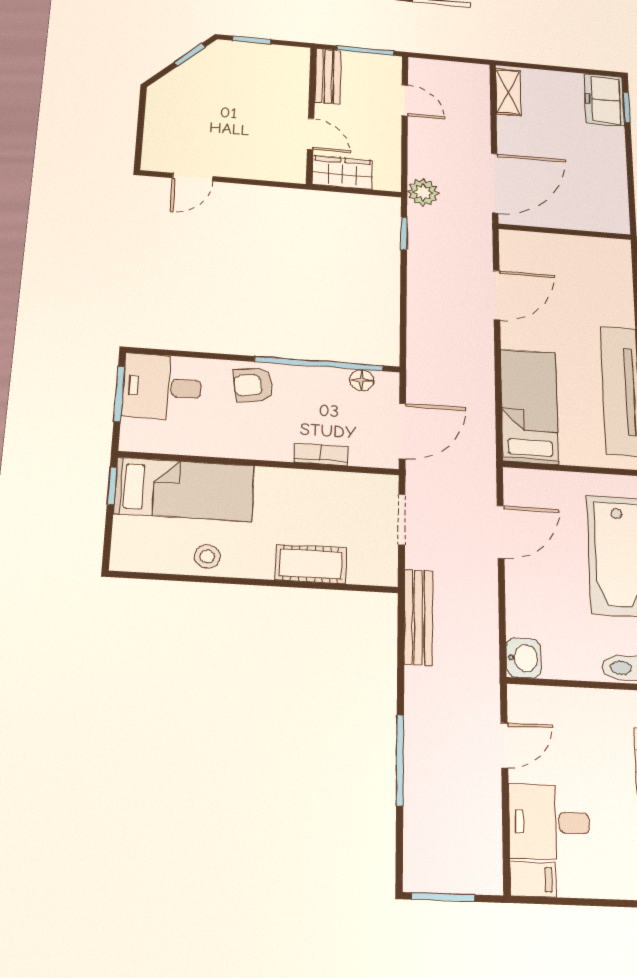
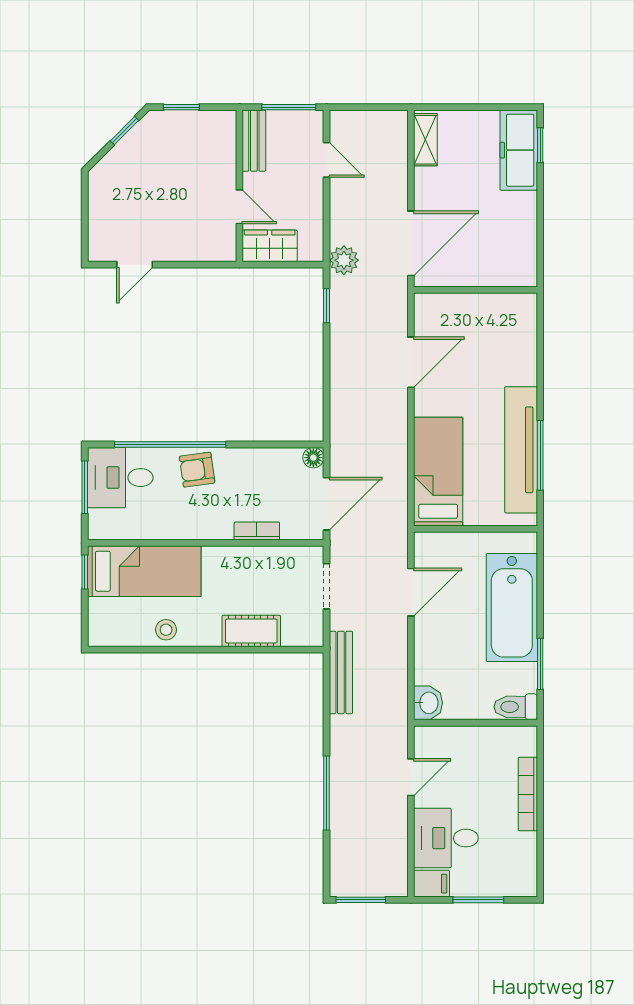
freezer: (604, 100) -> (519, 150), width x1.40
window: (319, 364) -> (170, 444), moved
floor lamp: (362, 380) -> (313, 458), moved
window: (592, 902) -> (478, 900), added

